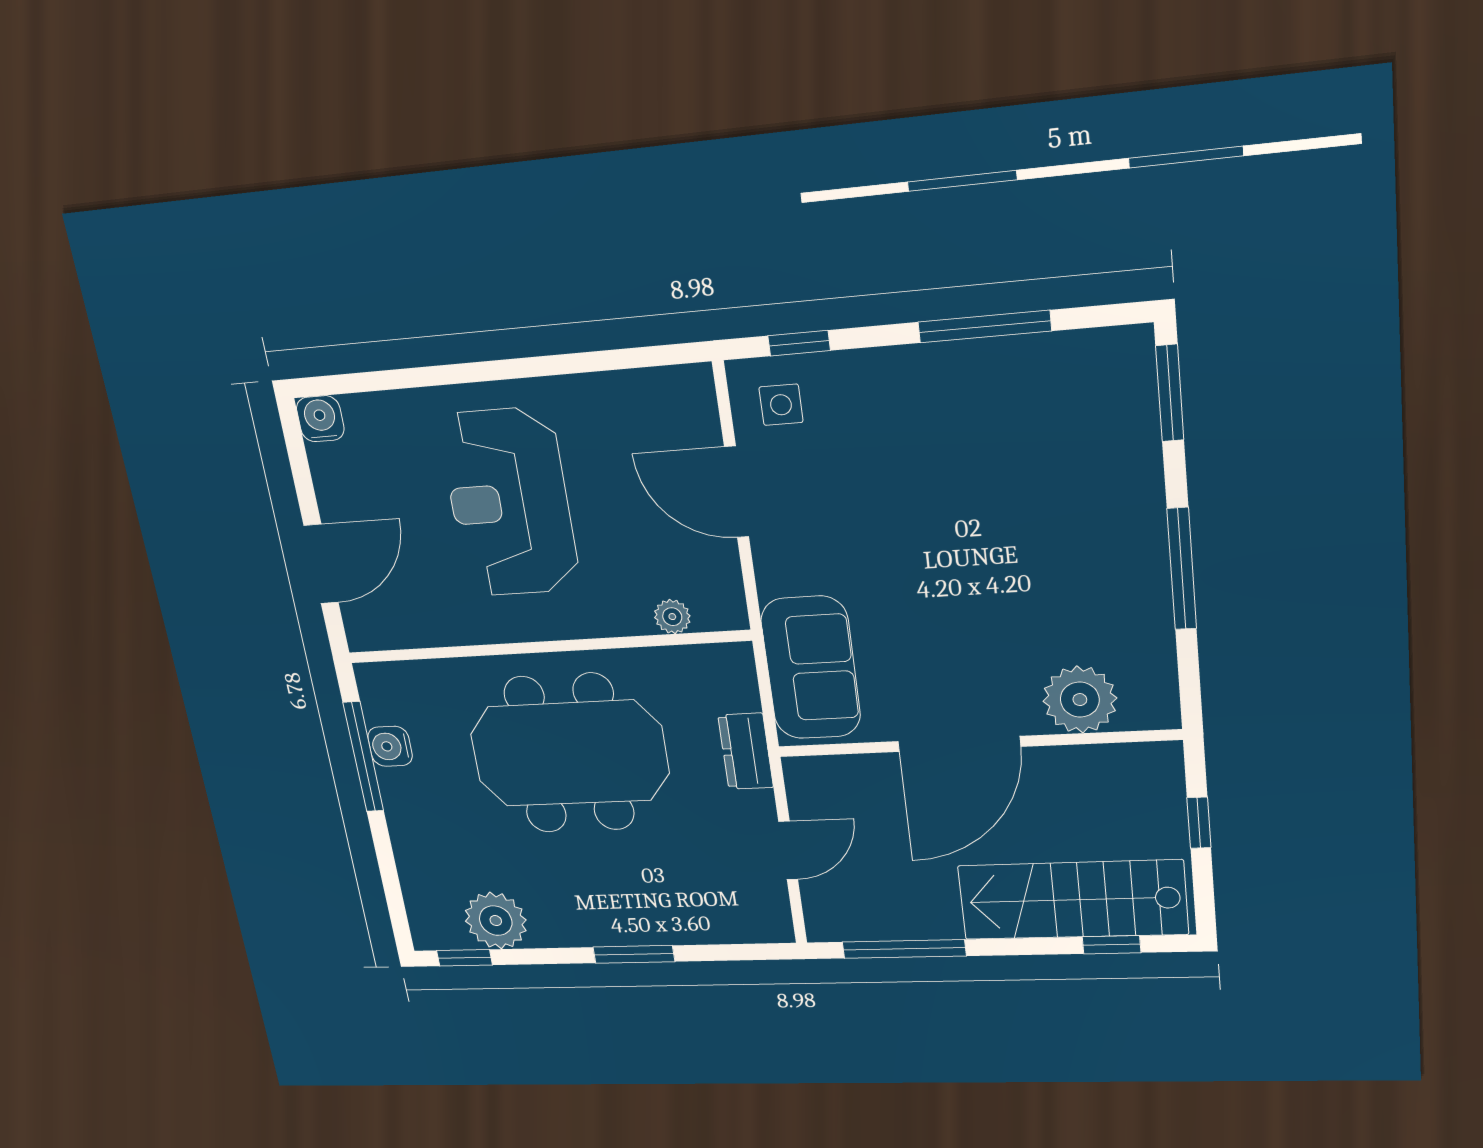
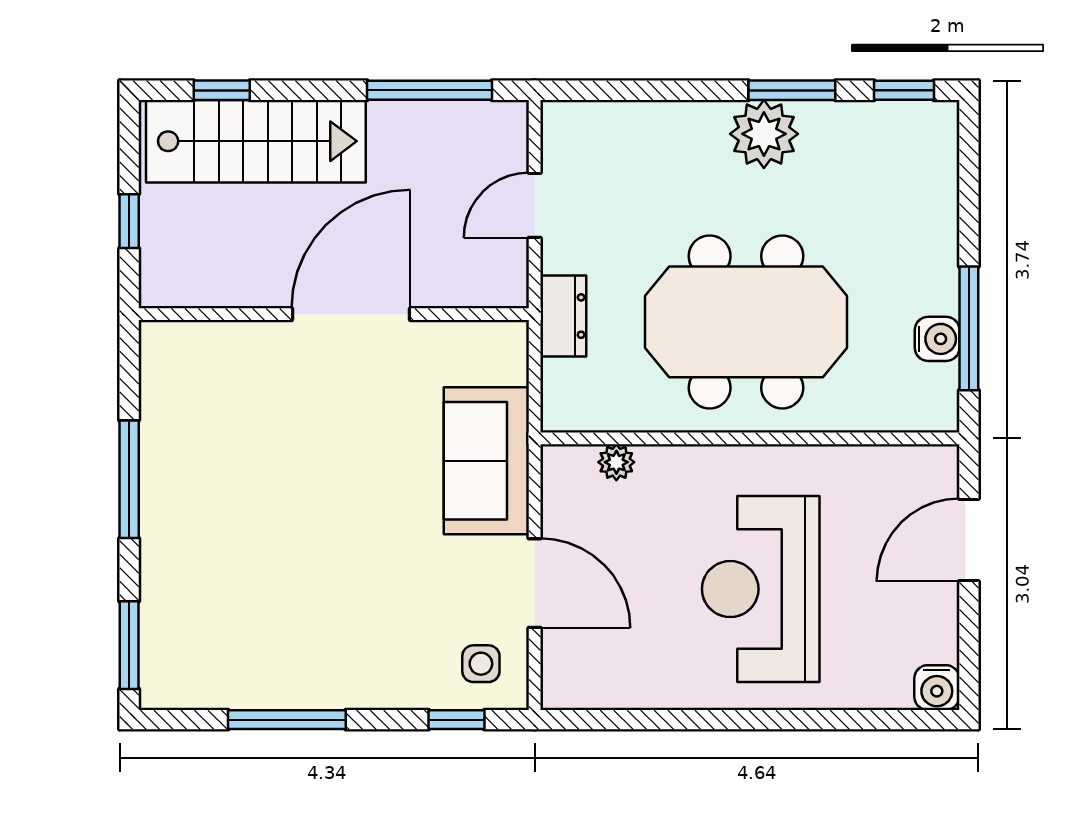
reception desk: (509, 503) -> (761, 589), turned 180
sofa: (811, 668) -> (486, 461), moved
plant: (1080, 700) -> (232, 355), removed
plant: (496, 921) -> (764, 134), moved
window: (634, 954) -> (792, 90), moved

